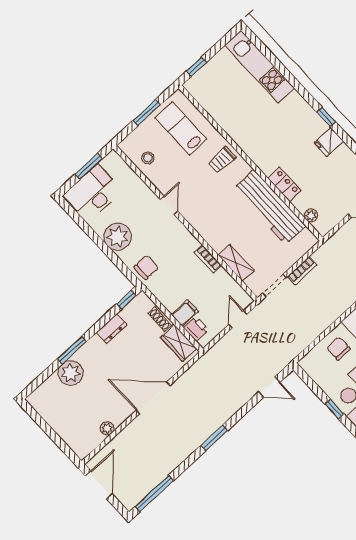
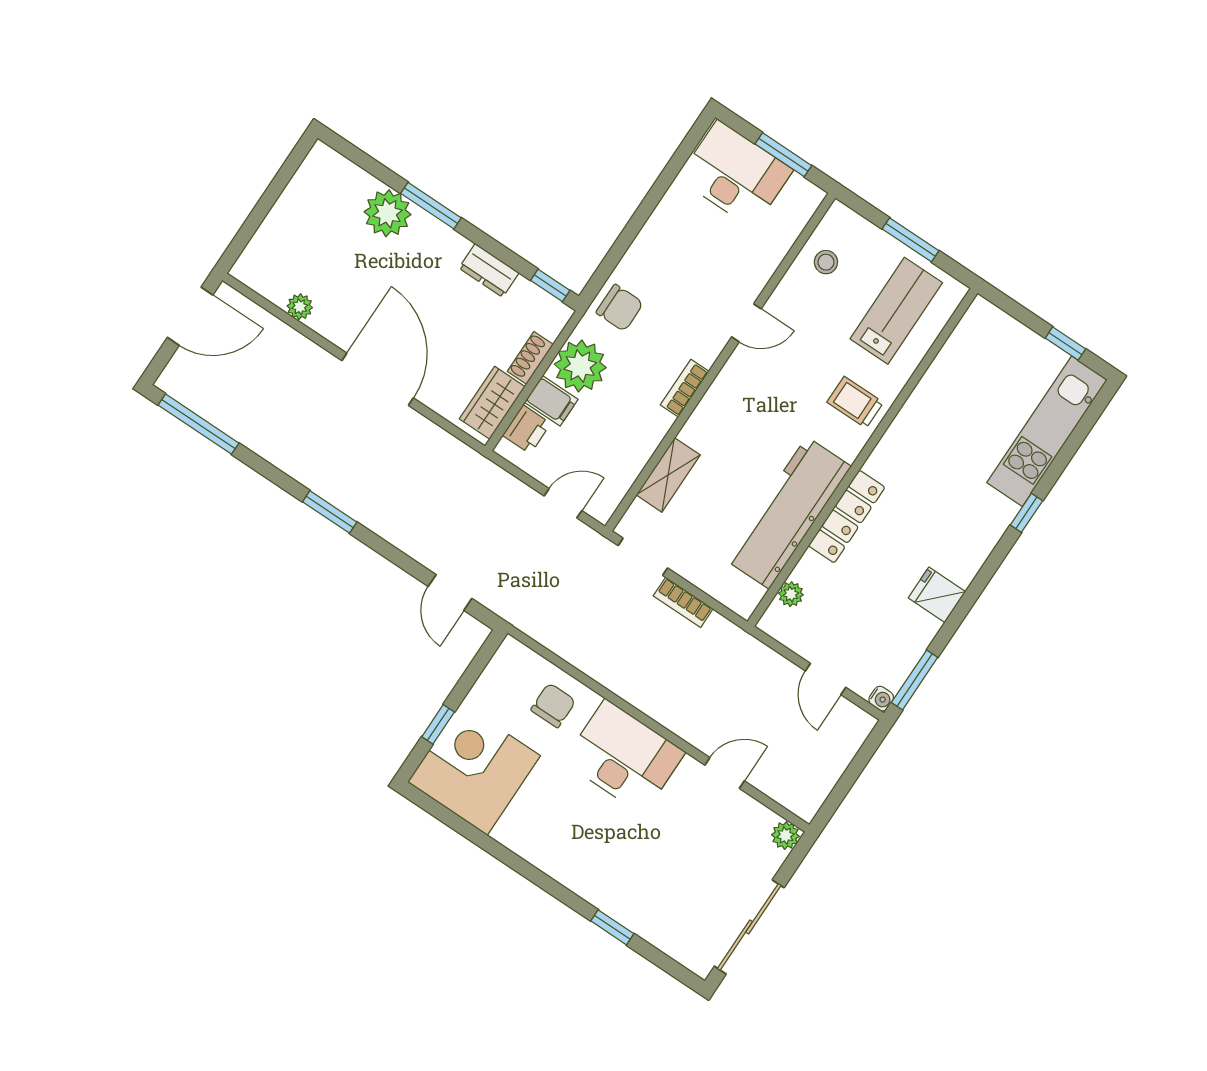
window: (196, 67) -> (1065, 344), moved
window: (326, 117) -> (1026, 513), moved
locker: (284, 184) -> (847, 516), width x1.53
plant: (118, 237) -> (580, 366), moved
bookcase: (208, 259) -> (685, 388), moved

